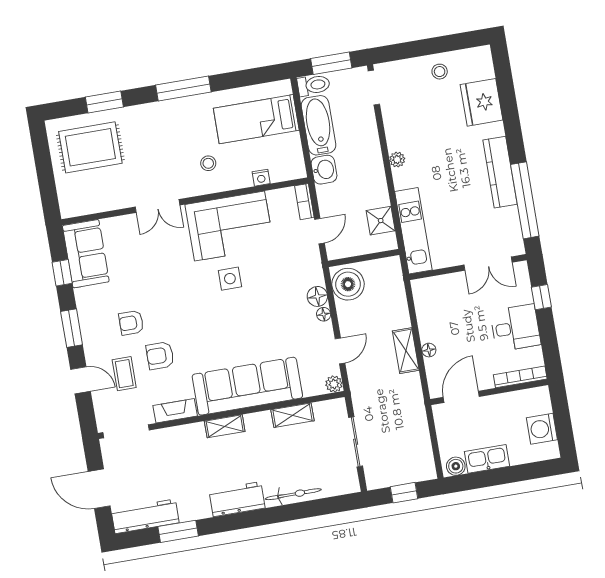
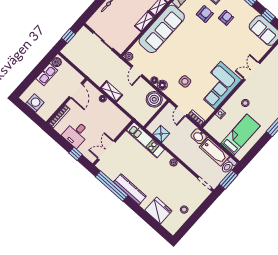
side table: (230, 279) -> (185, 81), moved
shelving: (293, 415) -> (144, 21), moved

